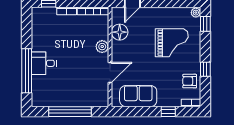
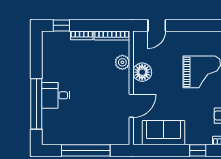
floor lamp: (120, 32) -> (142, 72), moved
plant: (102, 47) -> (122, 62), moved

